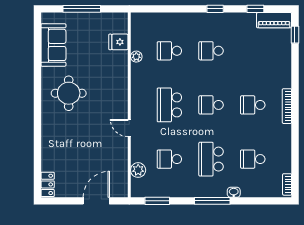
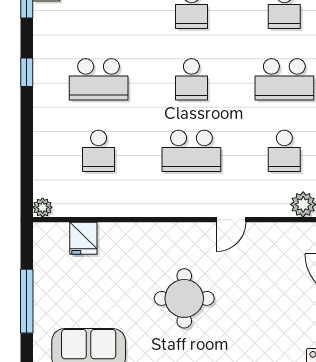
school desk: (211, 51) -> (99, 79), width x1.85
plant: (136, 57) -> (43, 207), moved
round table: (69, 93) -> (184, 298), moved

